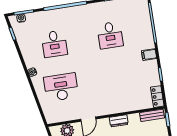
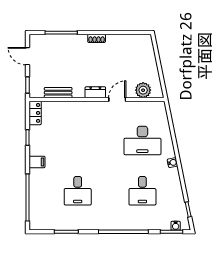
desk: (110, 35) -> (78, 191), turned 180
desk: (54, 44) -> (142, 191), turned 180
bench: (152, 115) -> (58, 93), moved
dresser: (119, 121) -> (95, 92), moved

